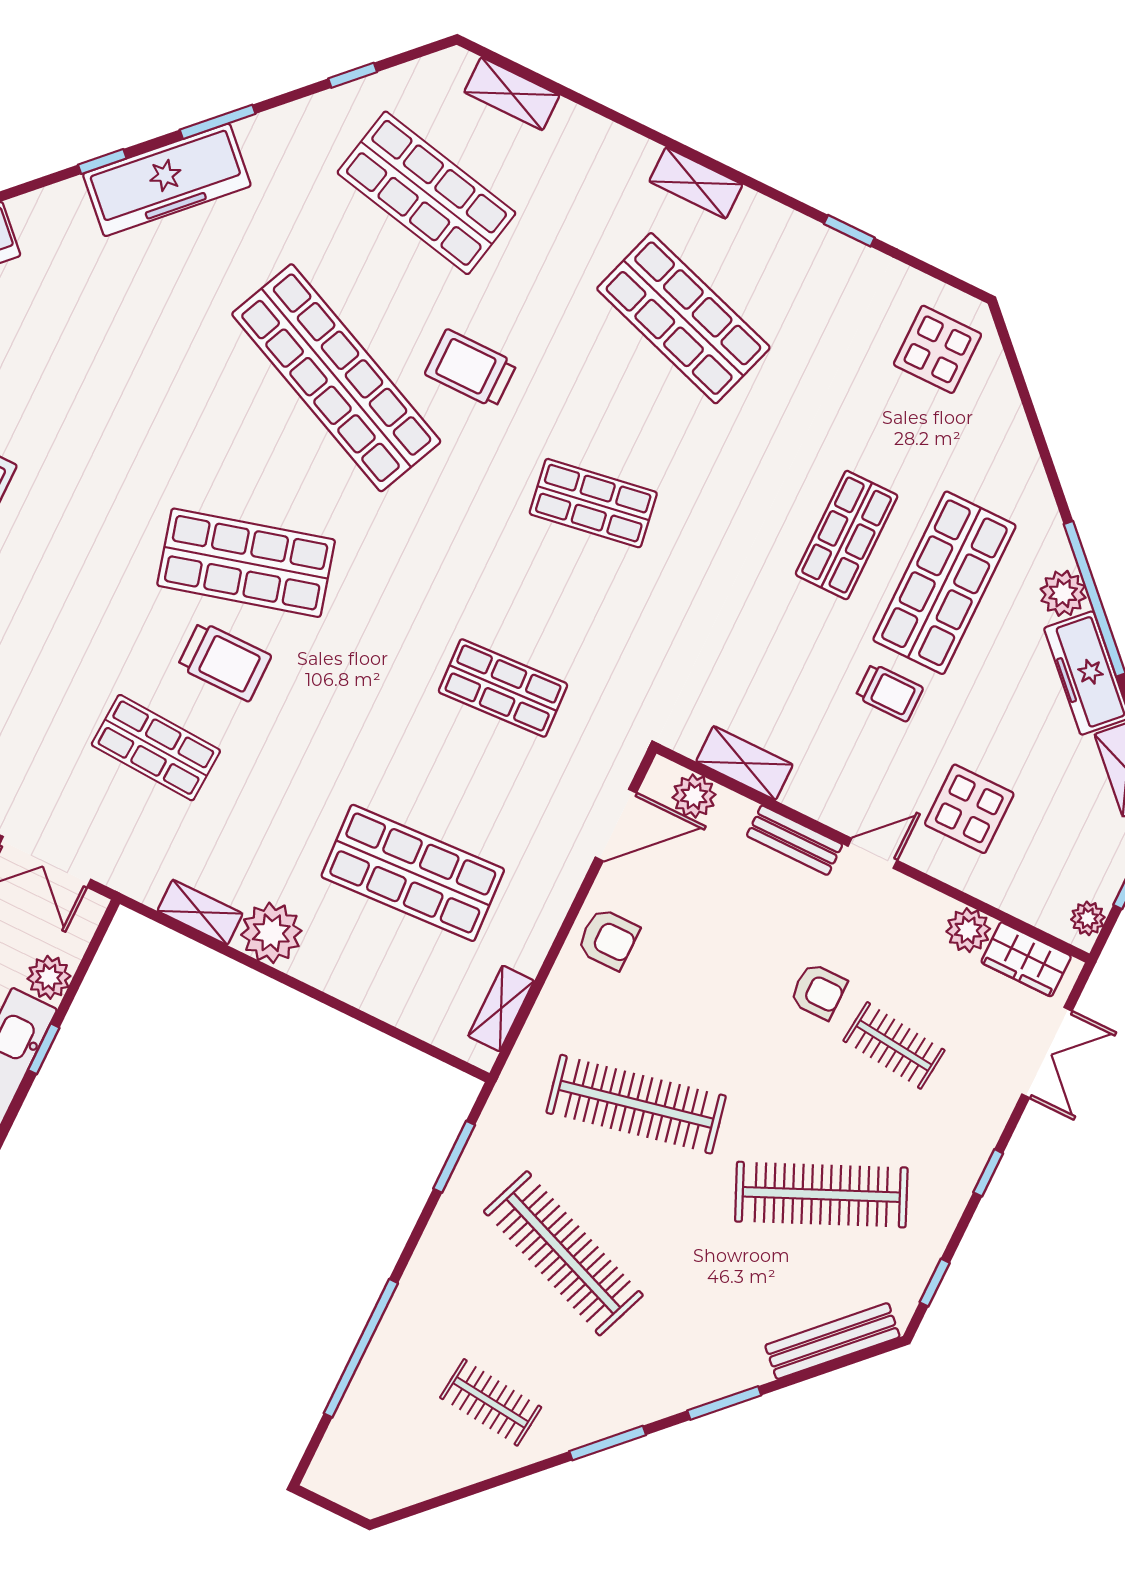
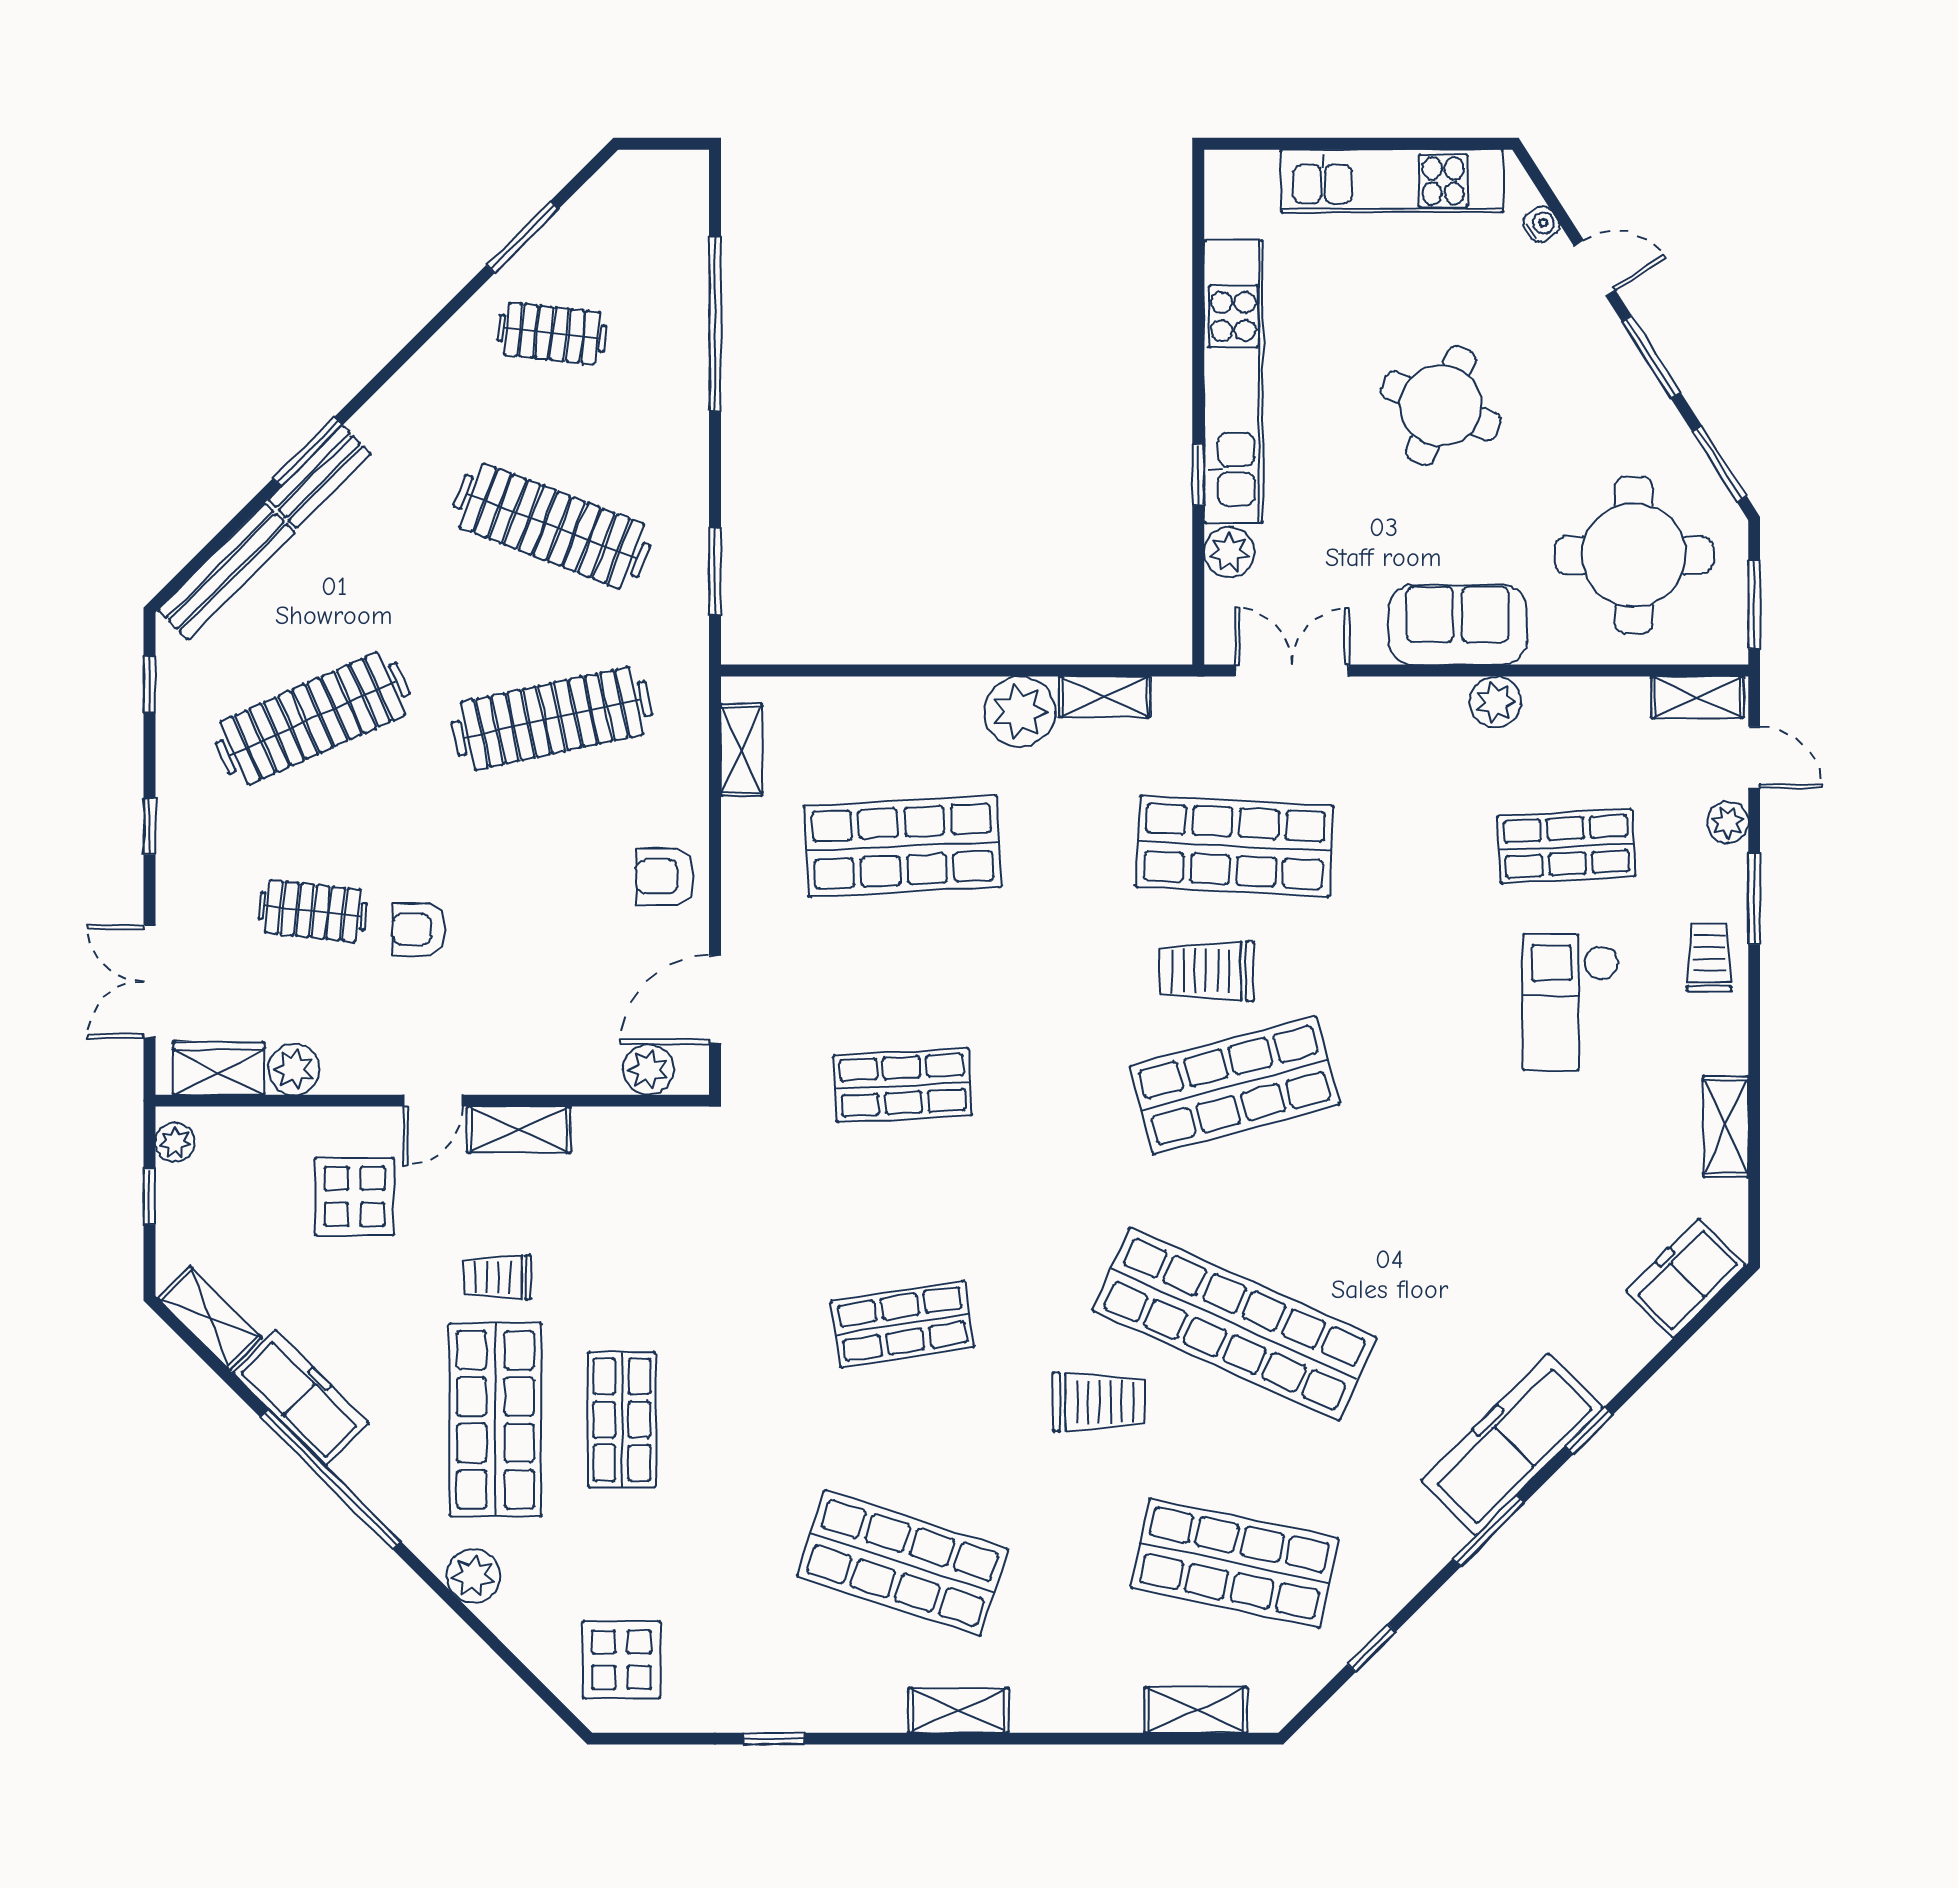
plant: (1063, 593) -> (473, 1576), moved
shop shelf: (156, 748) -> (1235, 846), width x1.43, depth x1.36
shelving: (744, 763) -> (519, 1130), moved
bench: (795, 840) -> (319, 477), moved, turned -45
window: (608, 1443) -> (523, 237), moved

